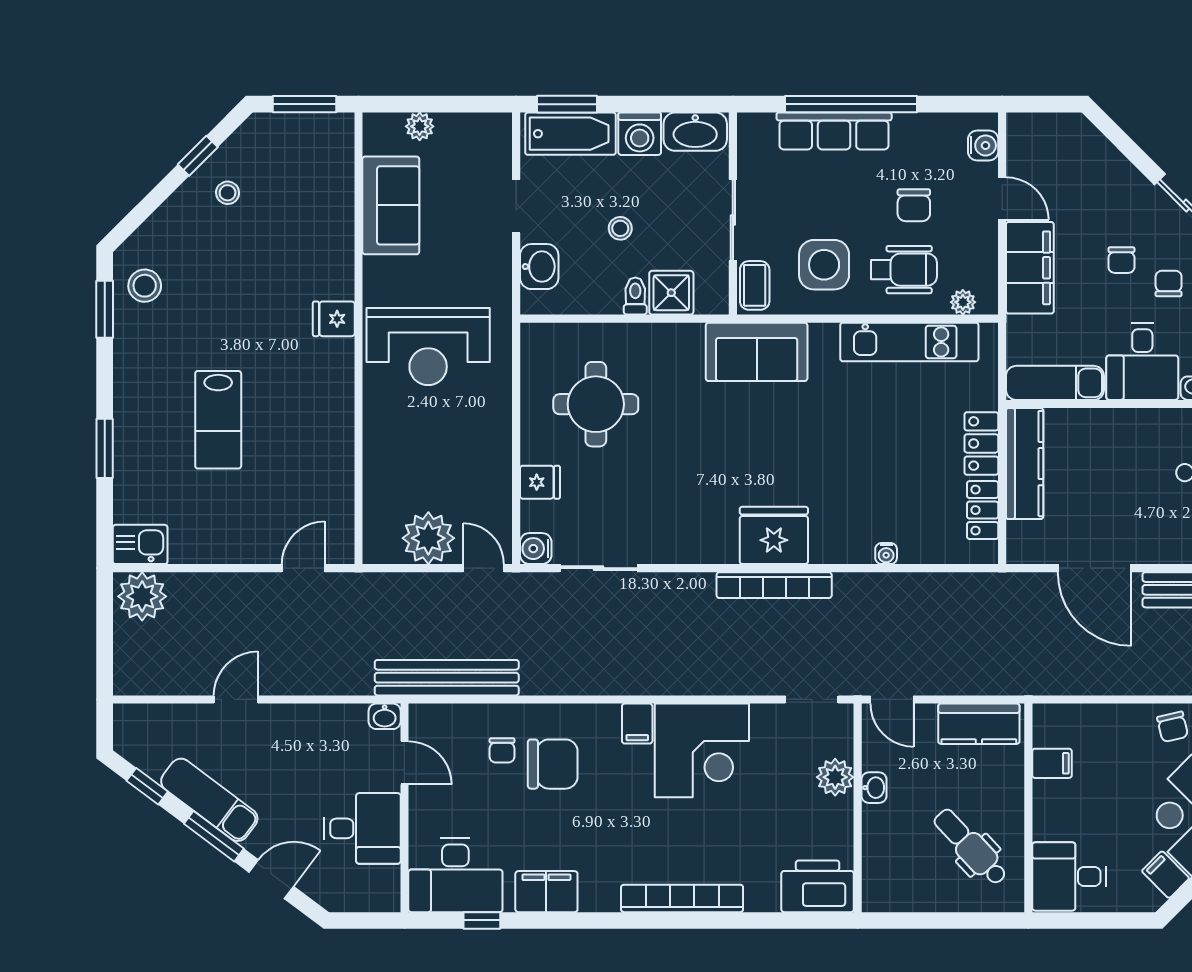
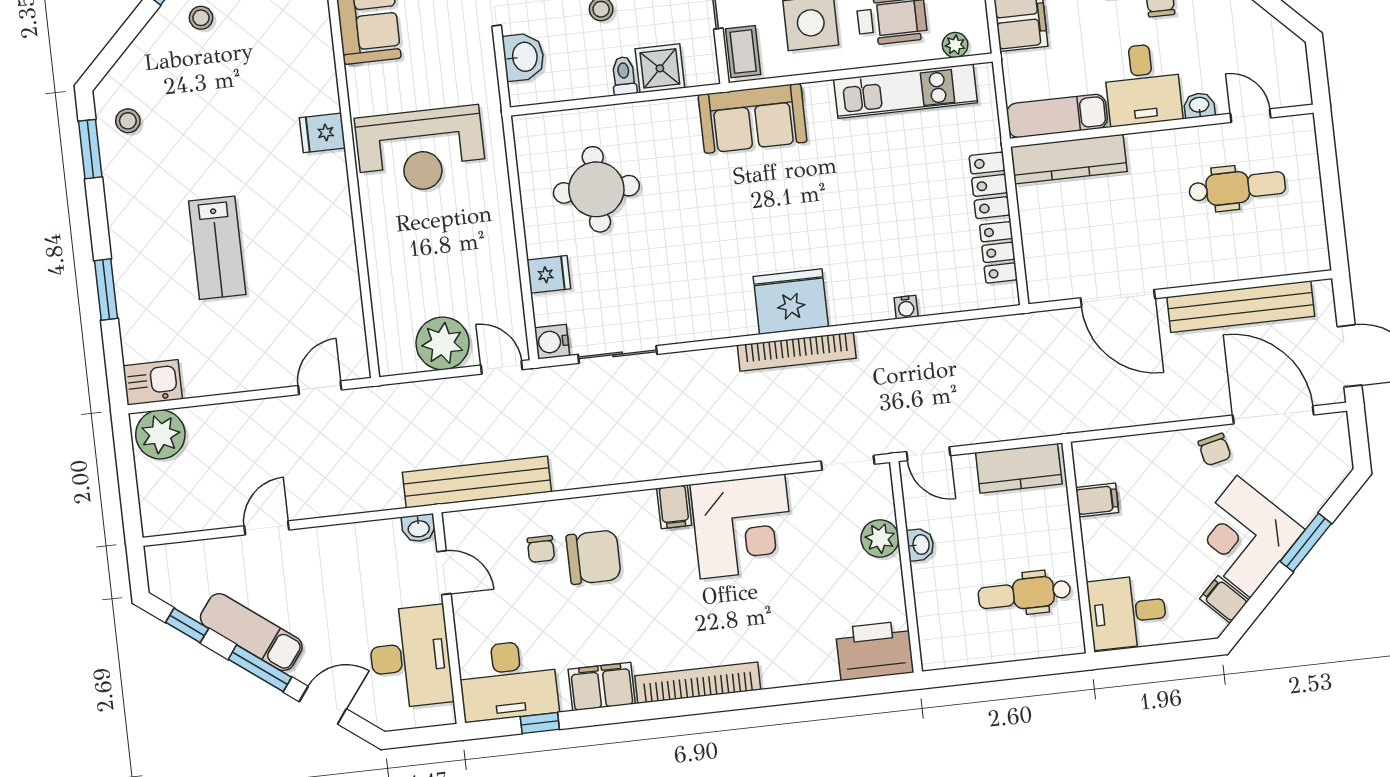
stool: (145, 286) -> (128, 121), width x0.73, depth x0.73
kitchen counter: (1025, 464) -> (1069, 159), moved, turned 90
desk: (362, 828) -> (410, 657), width x1.37
dental chair: (971, 847) -> (1024, 594), turned -47
bookcase: (682, 898) -> (698, 683), moved

